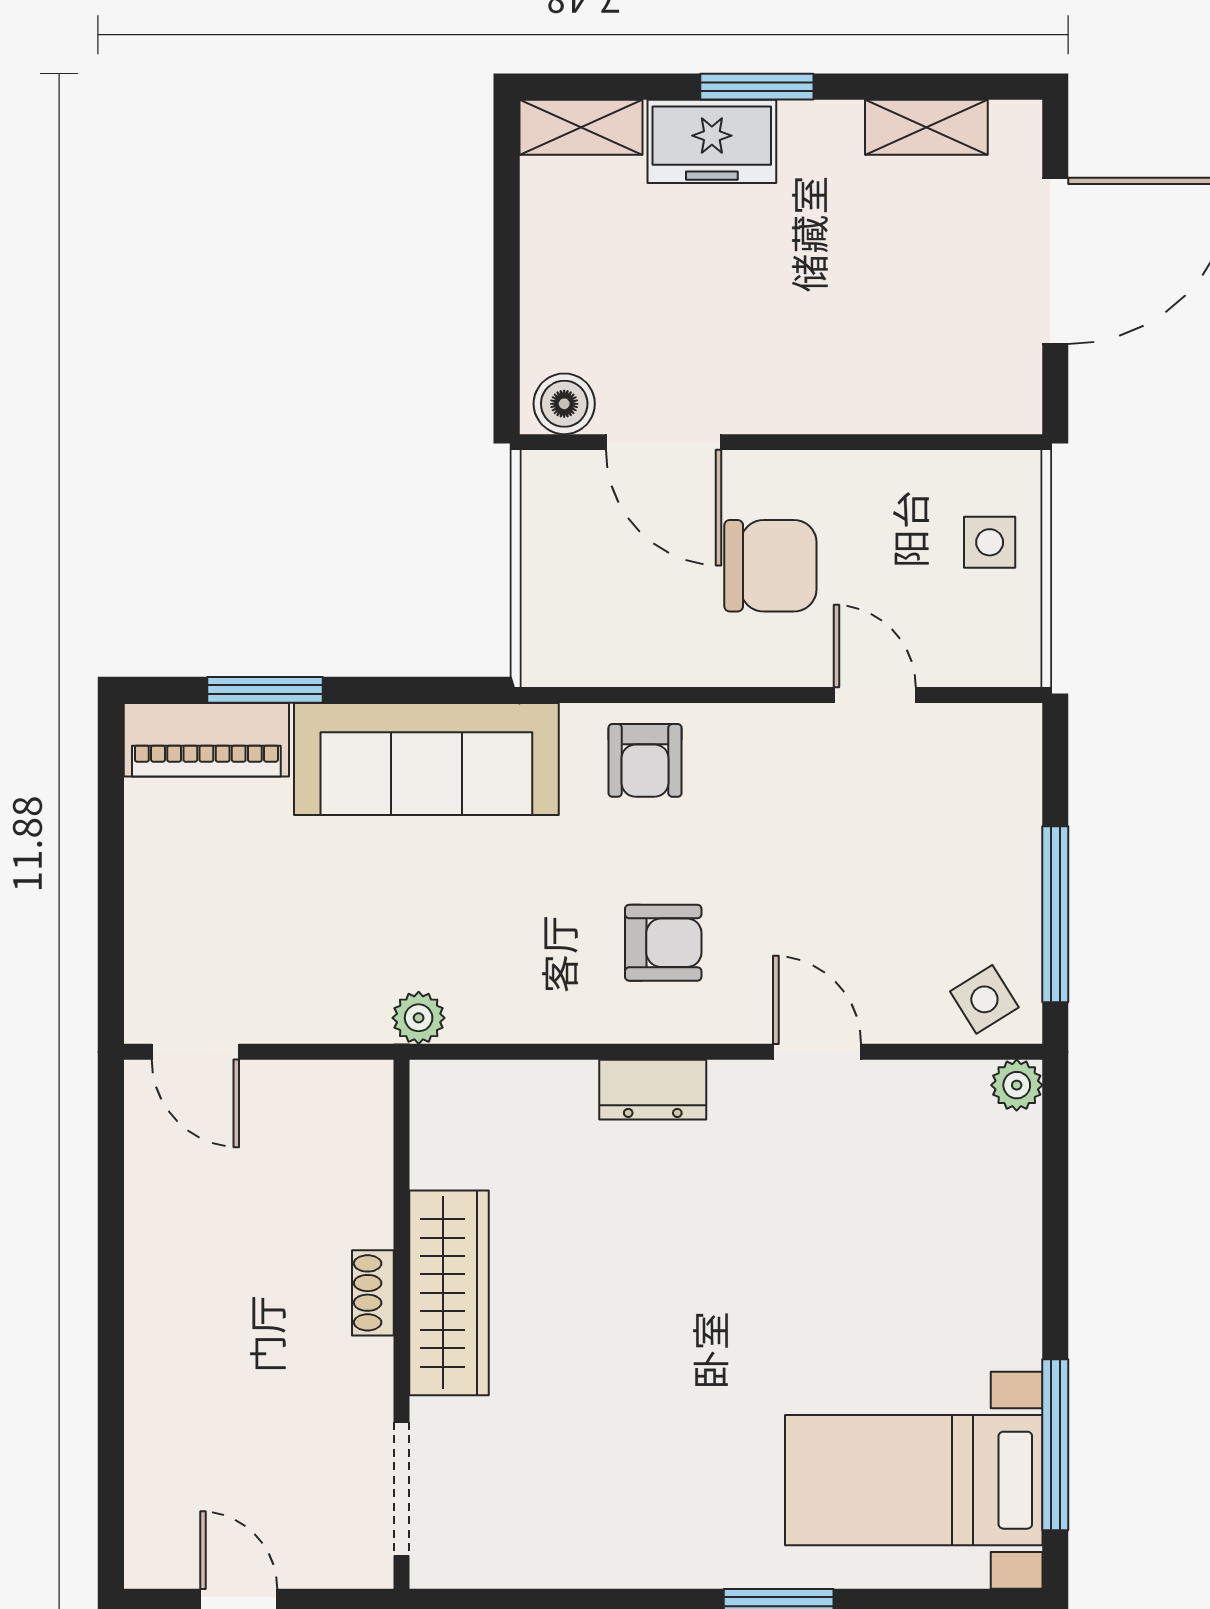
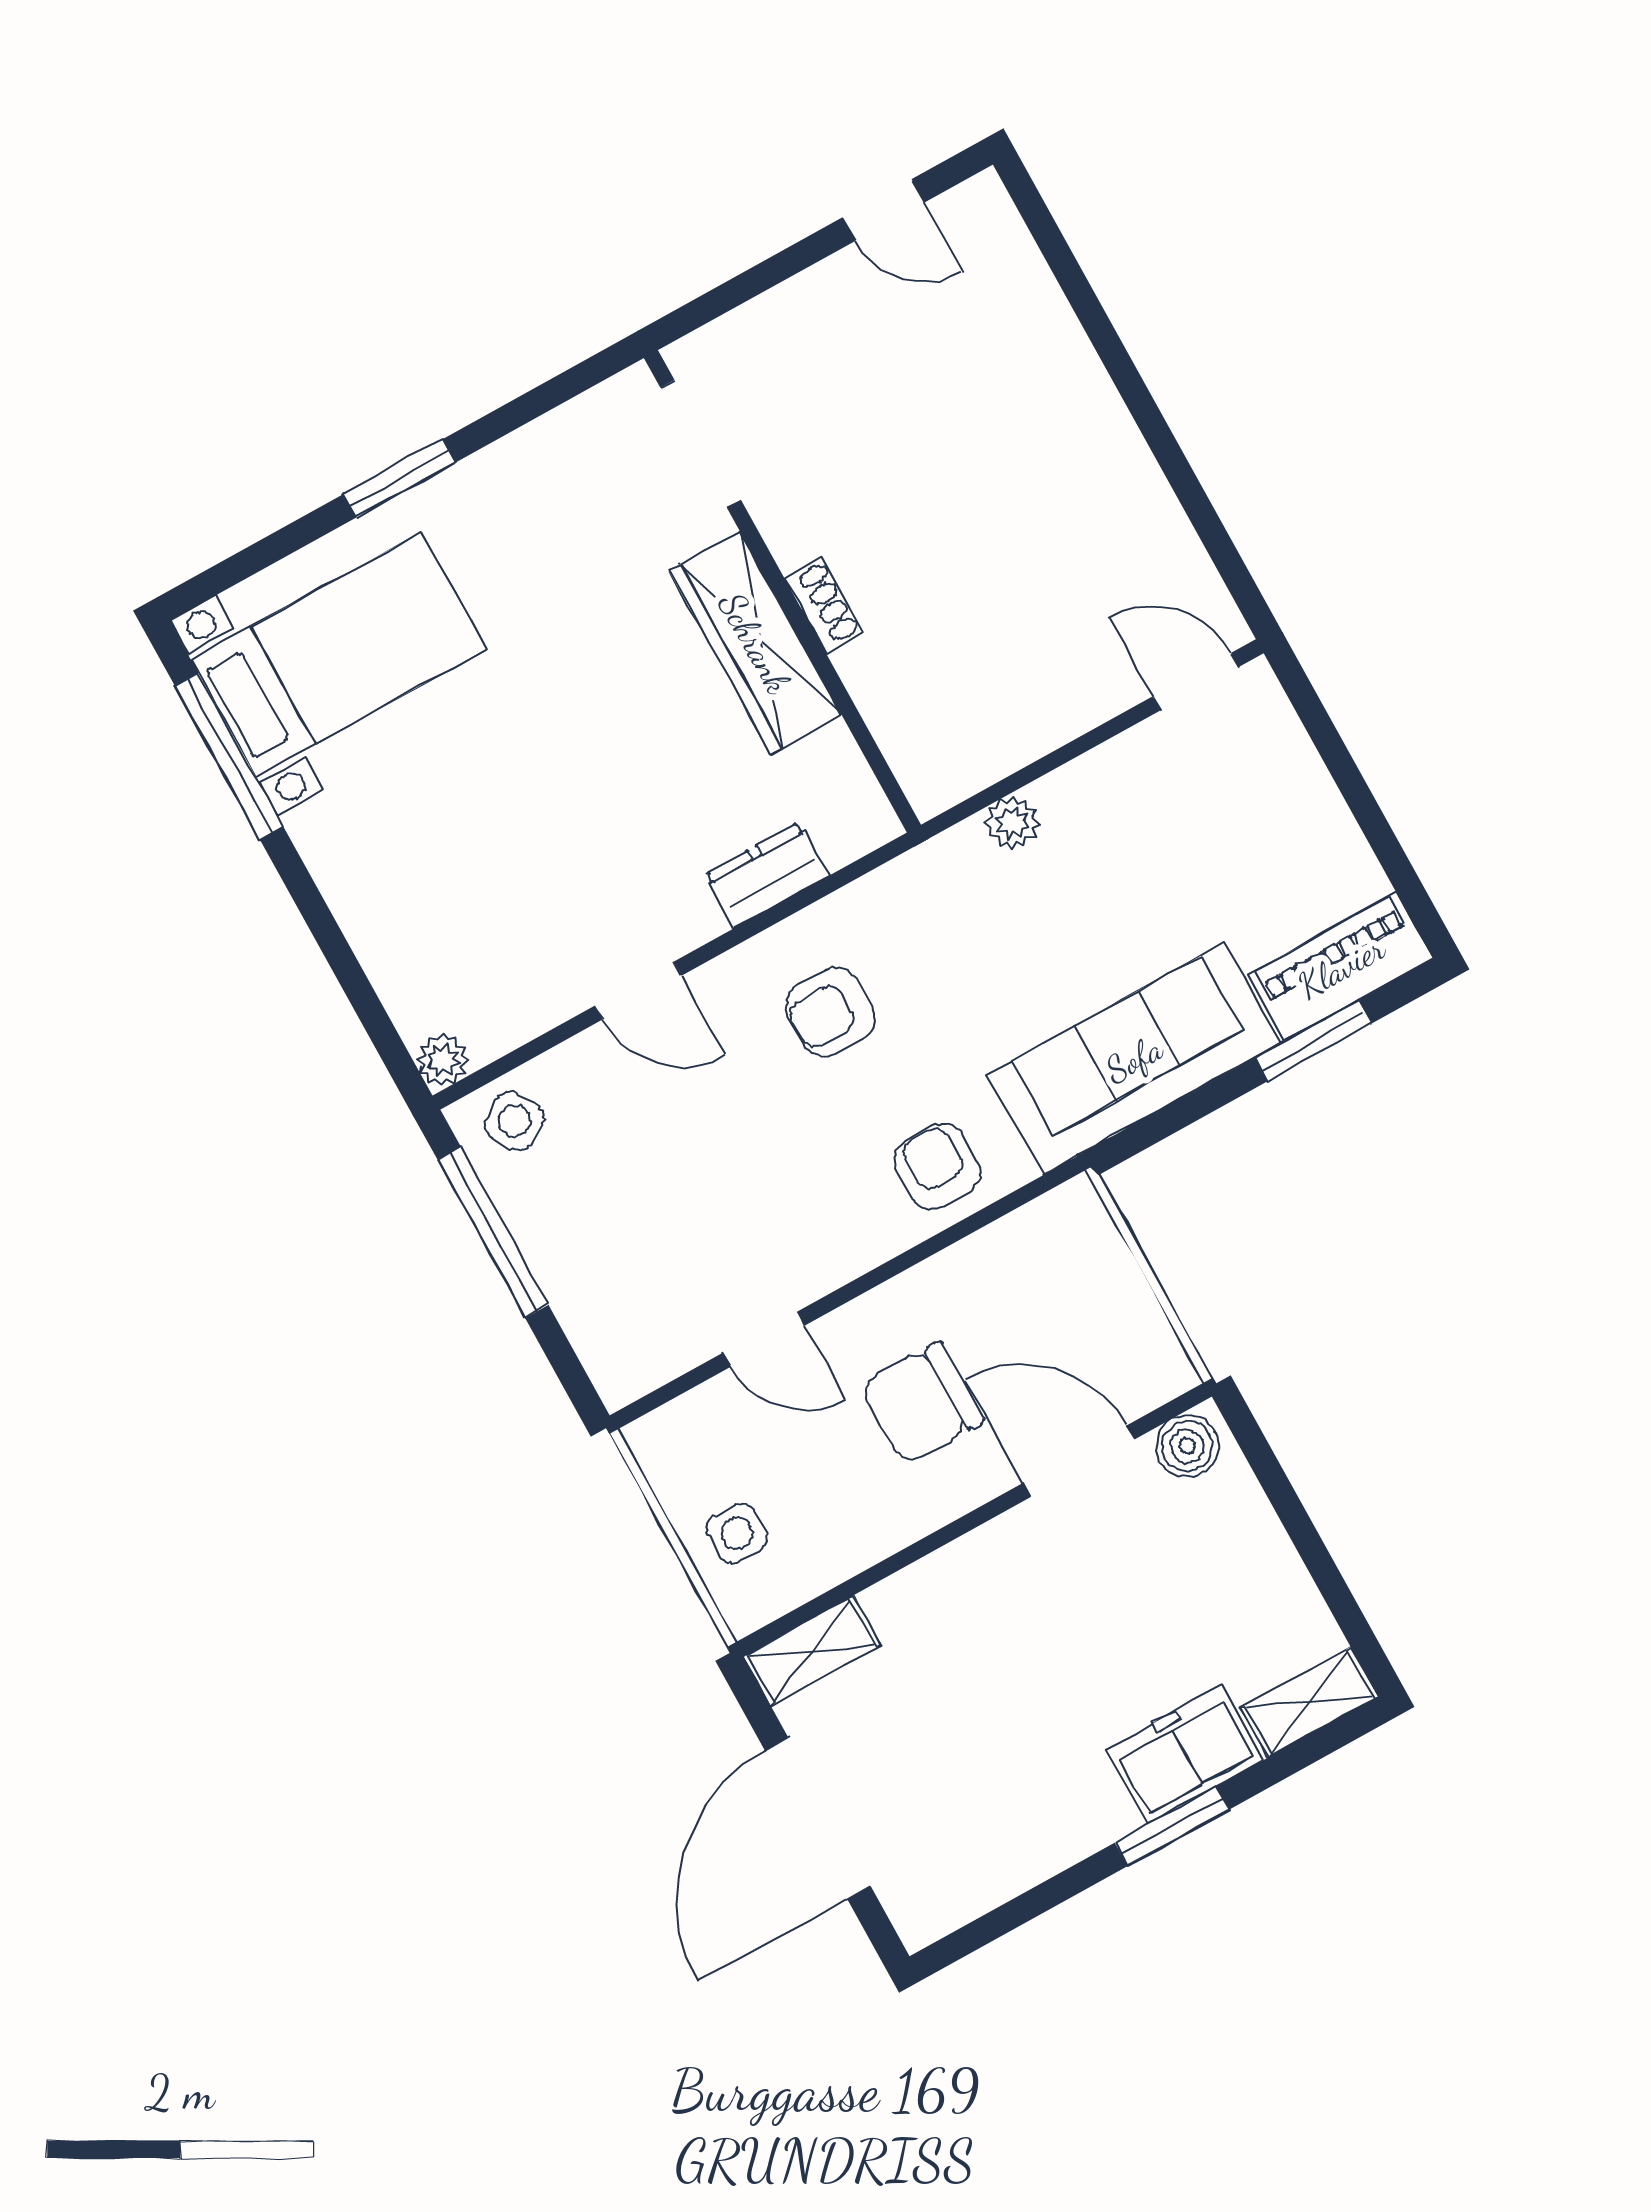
shelving: (926, 127) -> (812, 1651), moved
shoe rack: (373, 1293) -> (824, 605), moved
wardrobe: (449, 1293) -> (755, 643), moved
wall: (401, 1324) -> (782, 591), moved
doorway: (401, 1489) -> (701, 444), moved

